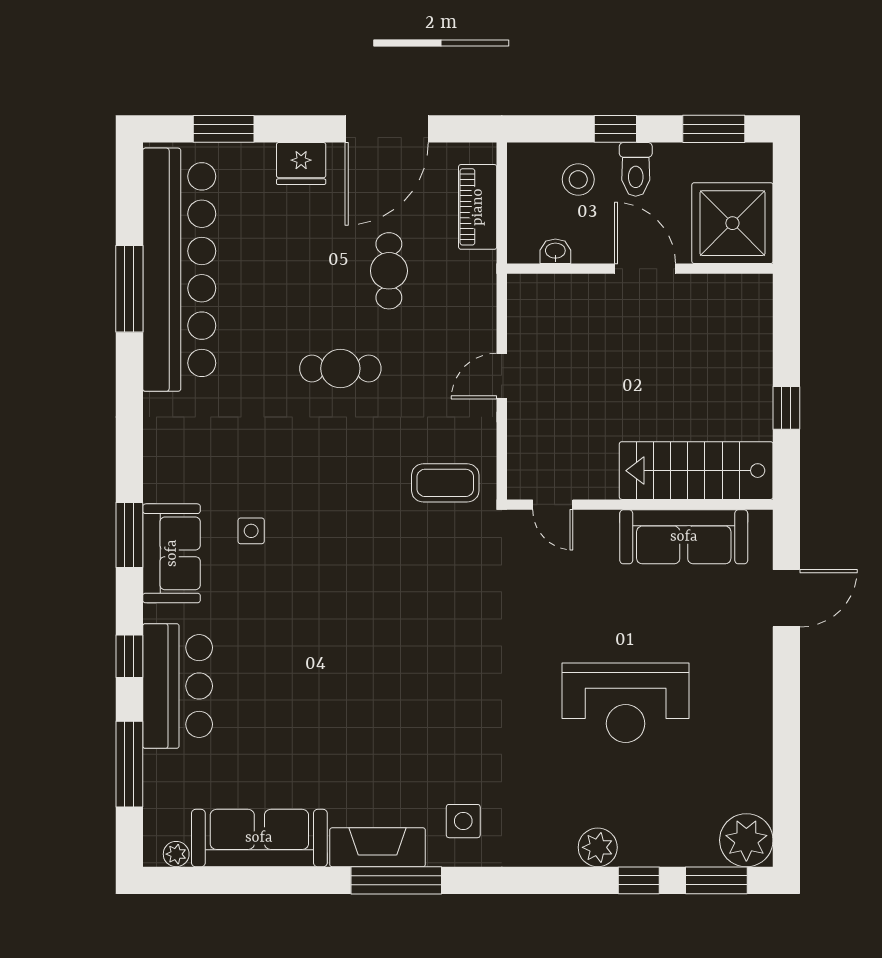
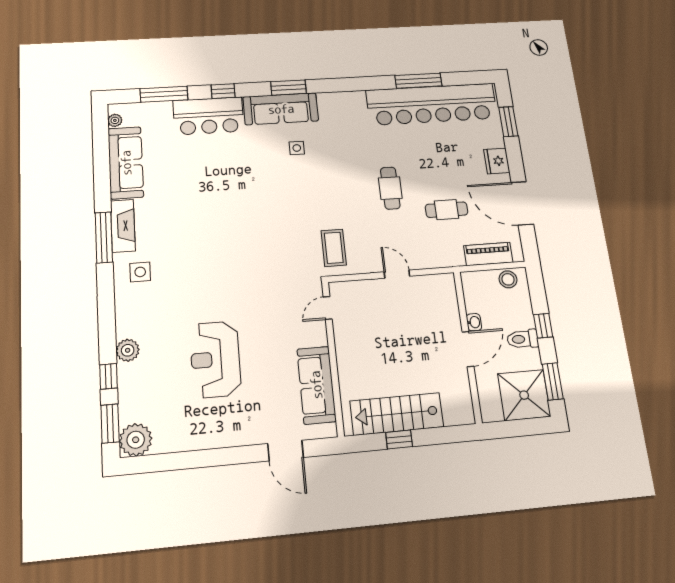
stool: (578, 179) -> (508, 279), moved
shower: (732, 223) -> (524, 395), moved
washbasin: (555, 251) -> (474, 322), moved
stairs: (696, 471) -> (397, 414), moved, turned -90
sofa: (172, 553) -> (281, 109), width x1.36

